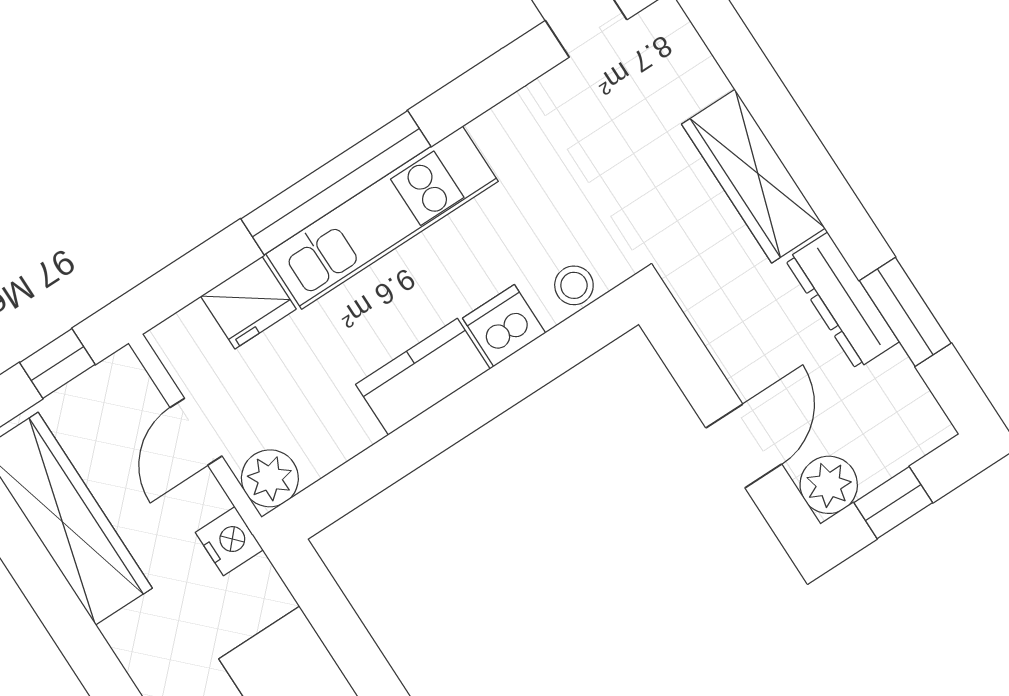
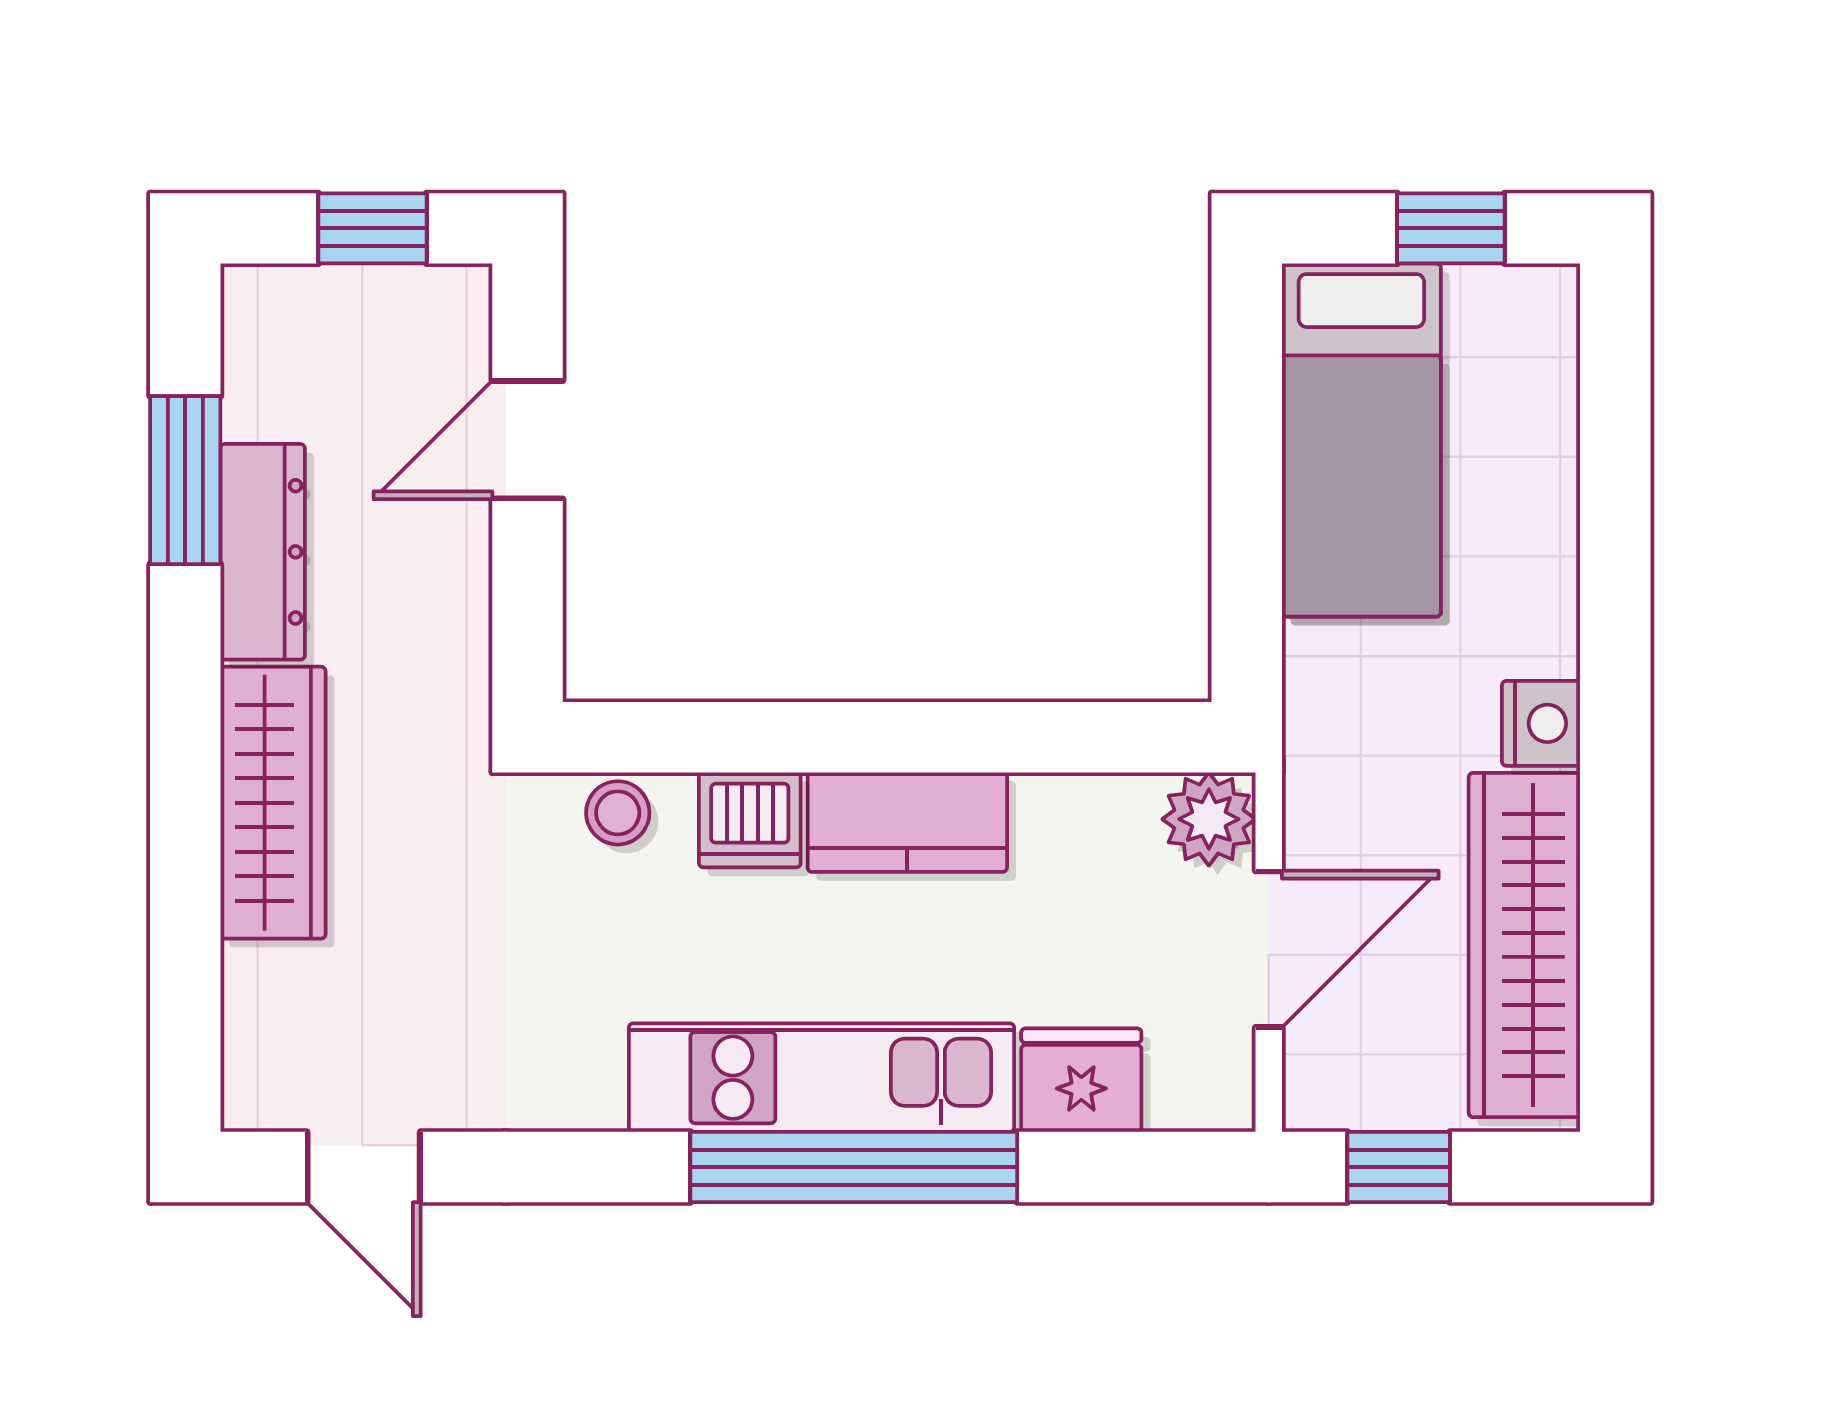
door: (196, 432) -> (1269, 949), width x1.38
plant: (829, 485) -> (445, 311), removed
nightstand: (229, 541) -> (1541, 723), moved, turned 180

